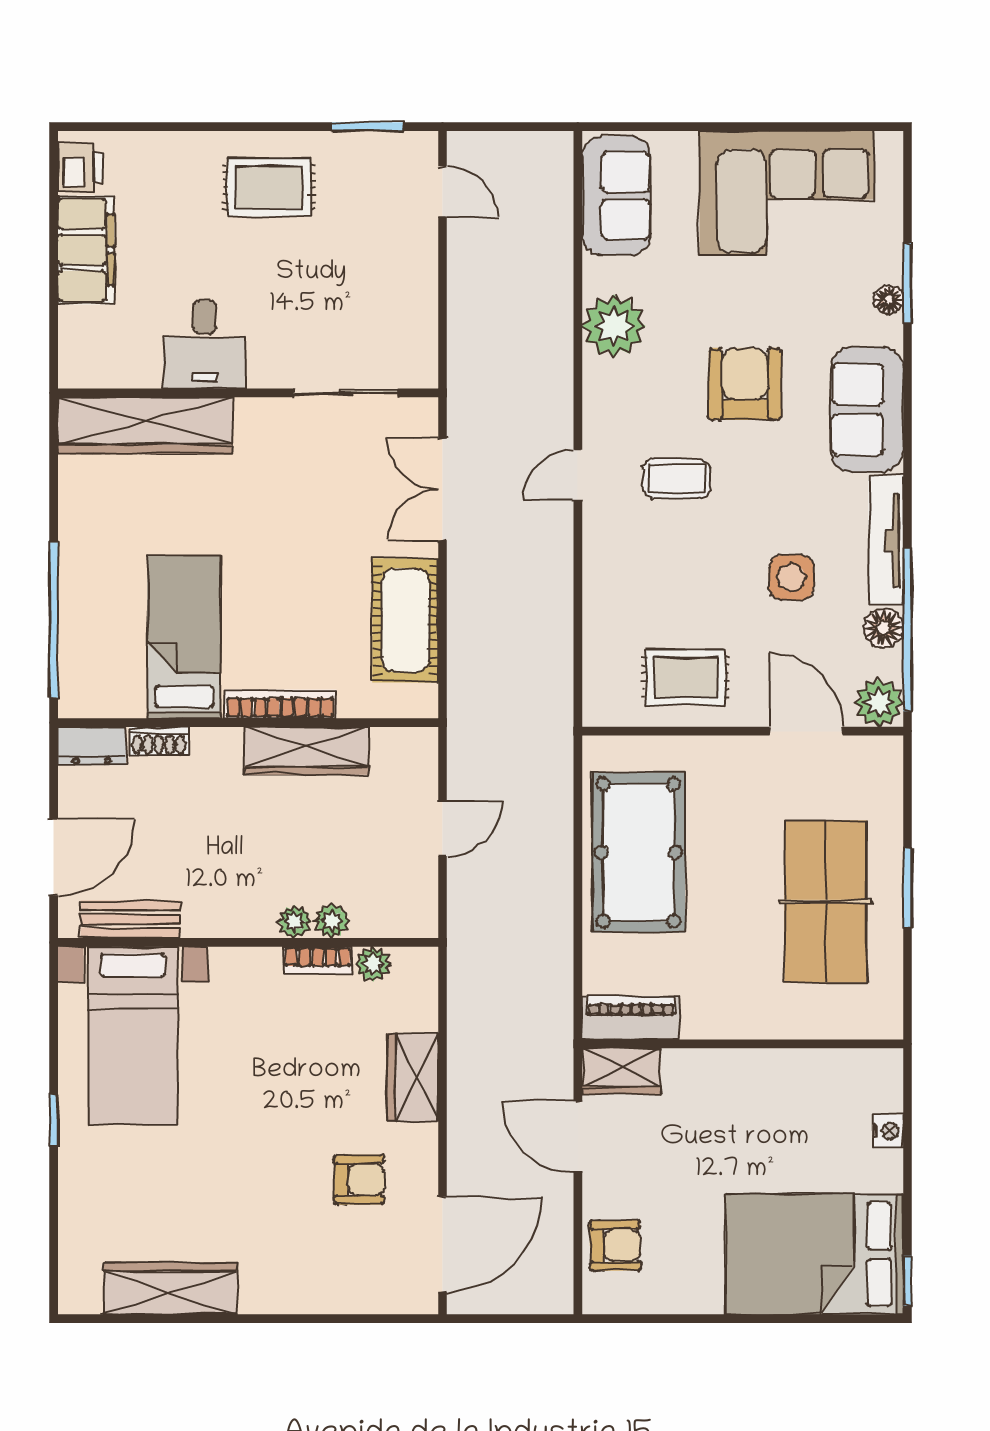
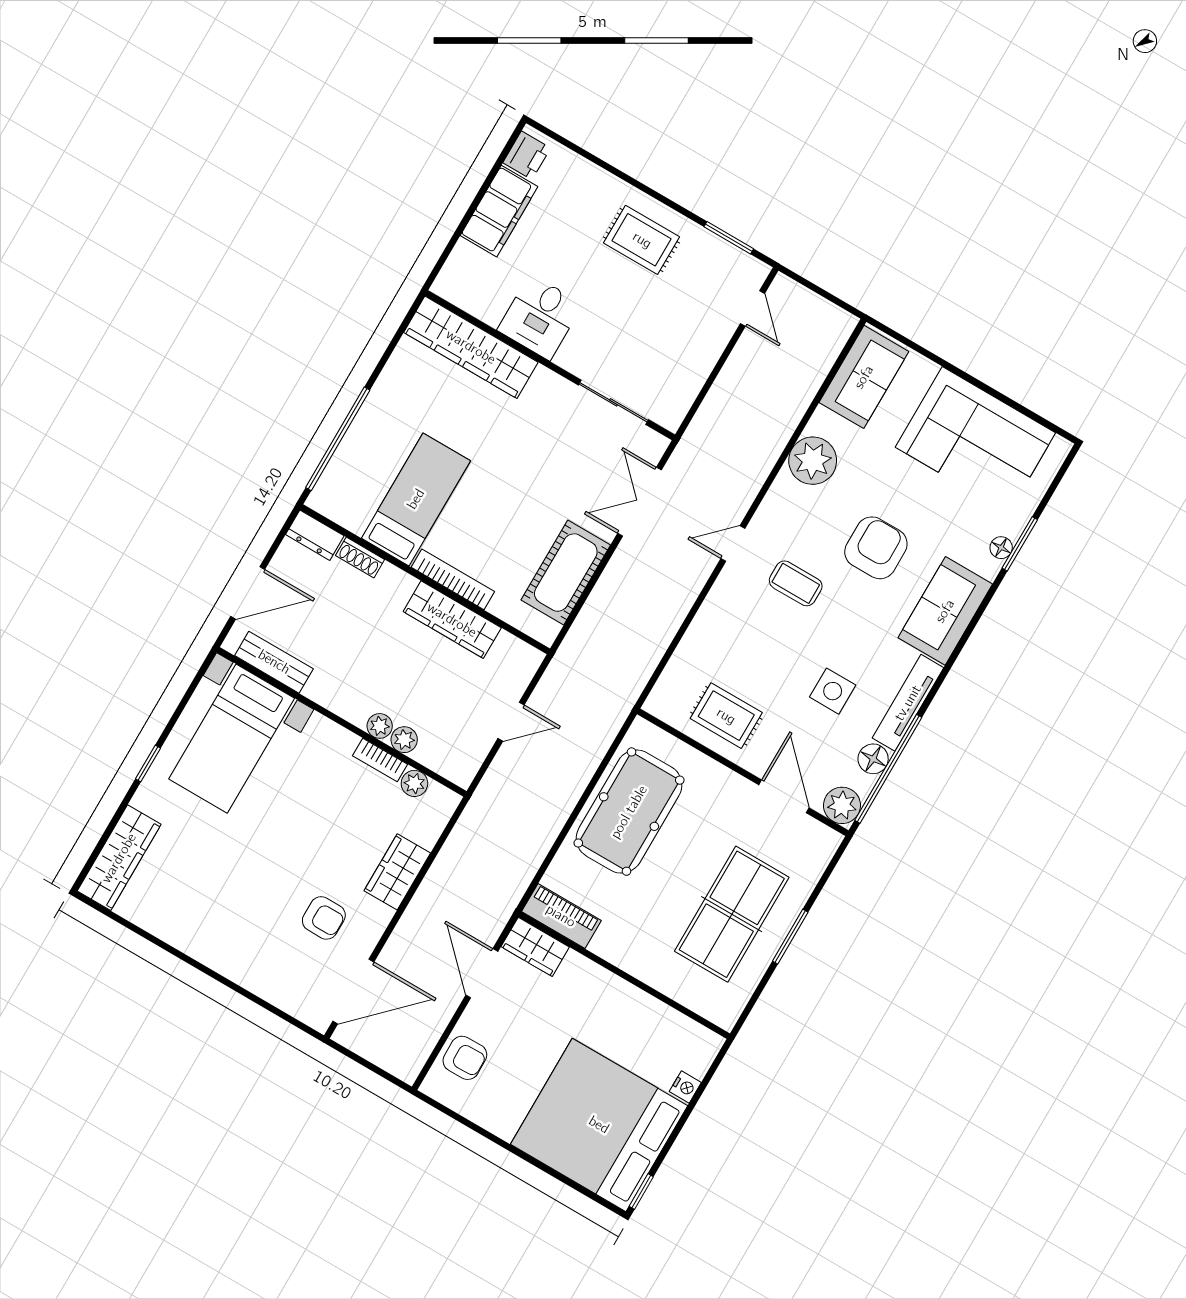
bed: (814, 1254) -> (599, 1125), width x1.36
wardrobe: (170, 1289) -> (119, 858), moved, turned 90

